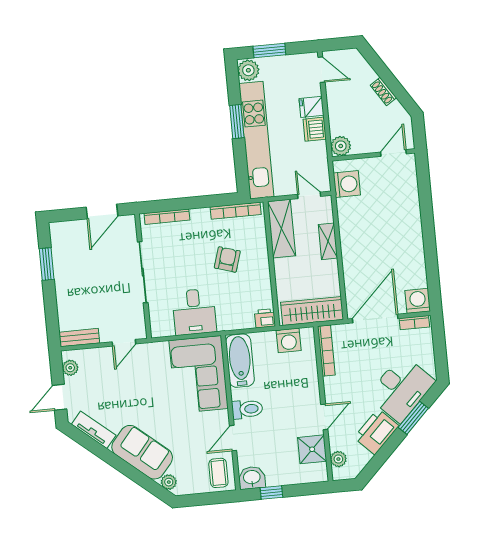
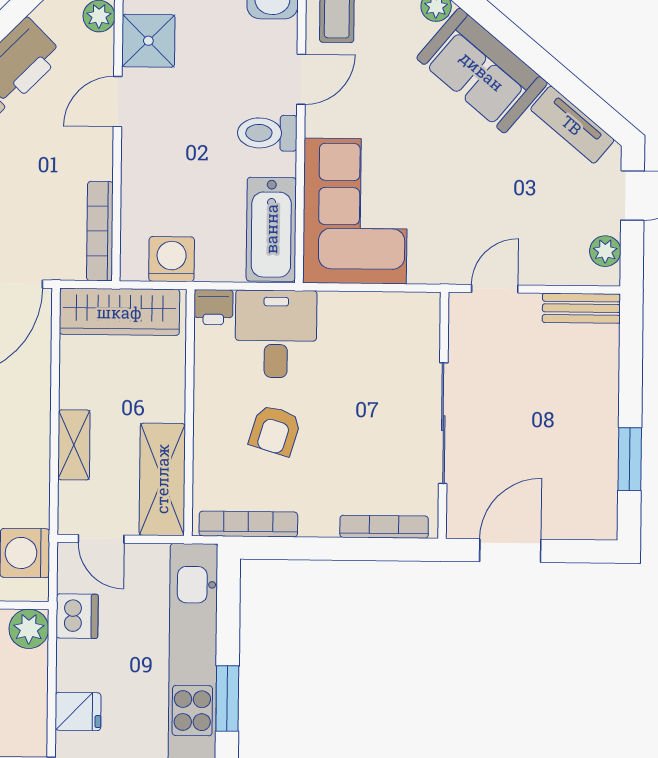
dishwasher: (315, 129) -> (77, 616), moved
desk: (194, 312) -> (276, 334), moved

